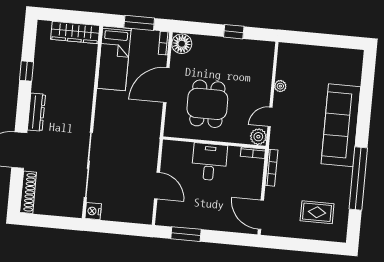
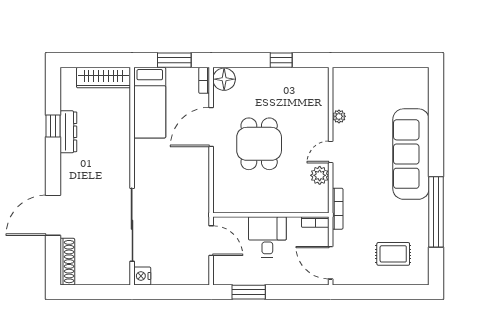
dresser: (36, 112) -> (68, 132), moved
wall: (214, 143) -> (271, 215), moved
bookcase: (253, 153) -> (315, 222), moved
desk: (209, 162) -> (267, 237), moved

